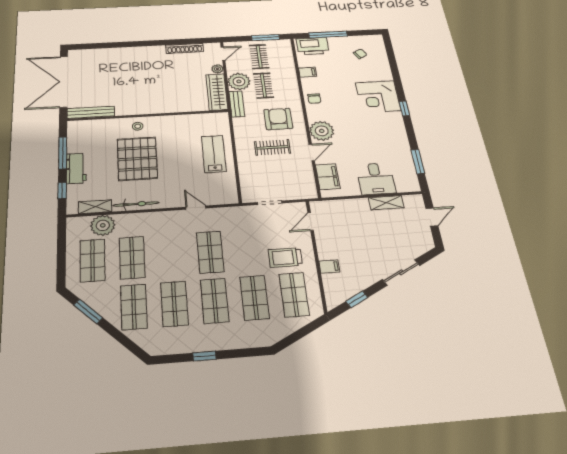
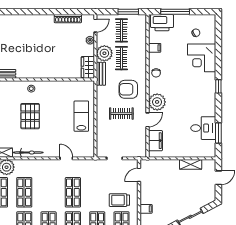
wardrobe: (217, 92) -> (88, 67), width x0.67
corner desk: (378, 97) -> (202, 58), moved
armchair: (278, 119) -> (128, 89), turned -90
pallet: (137, 159) -> (30, 116), width x0.73, depth x0.71
desk: (376, 179) -> (203, 128), moved, turned -90

